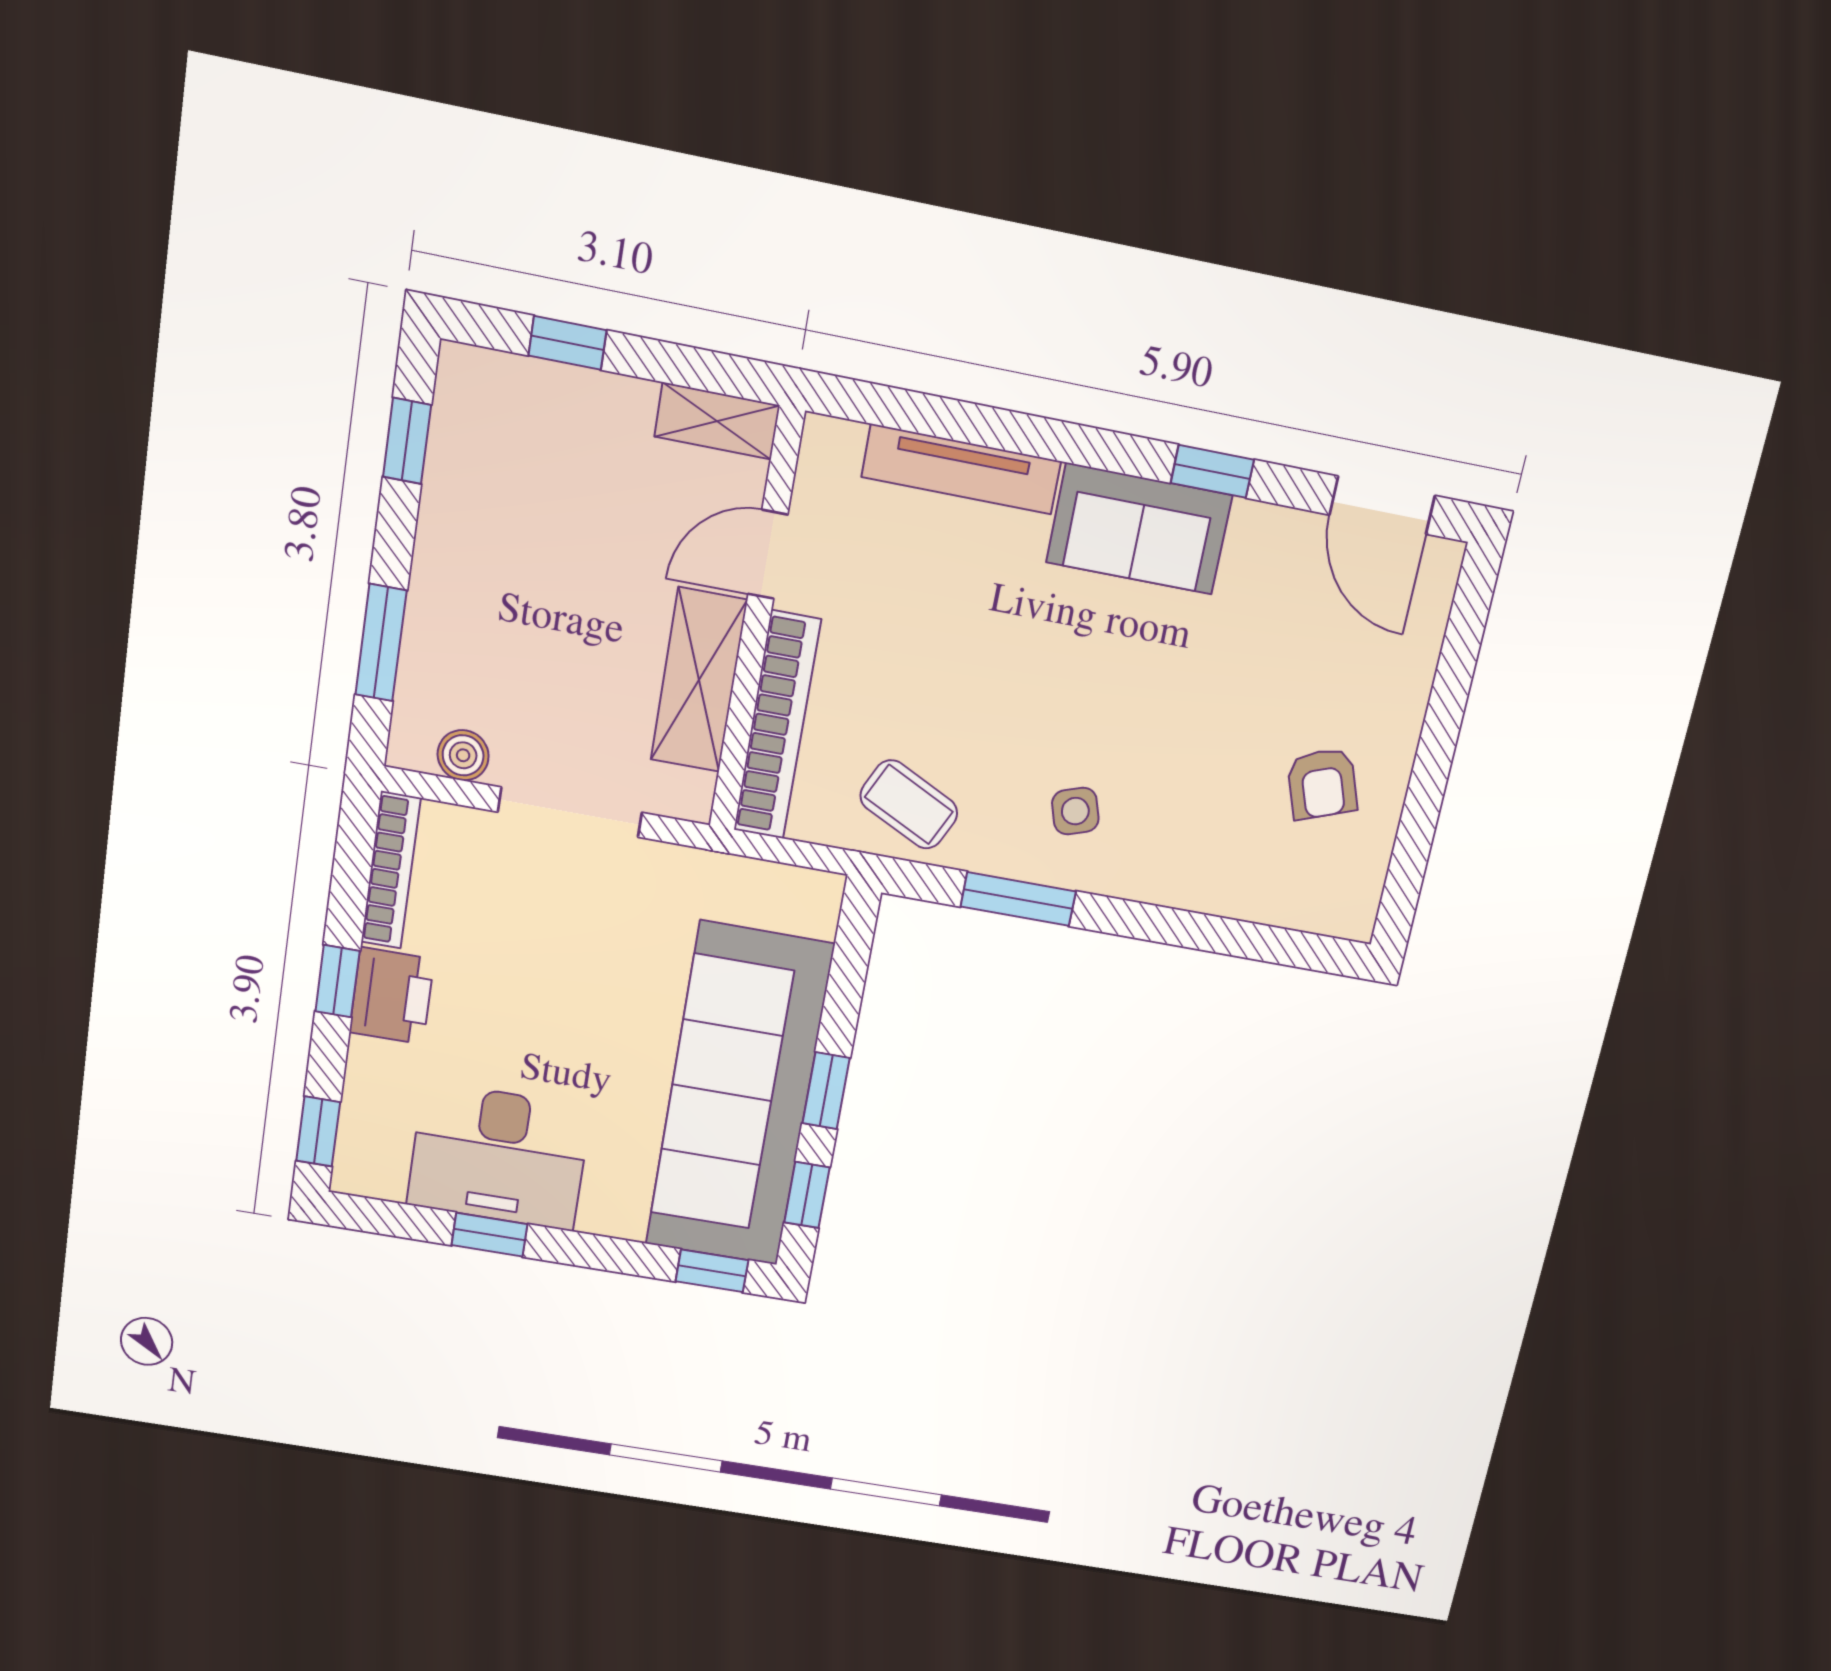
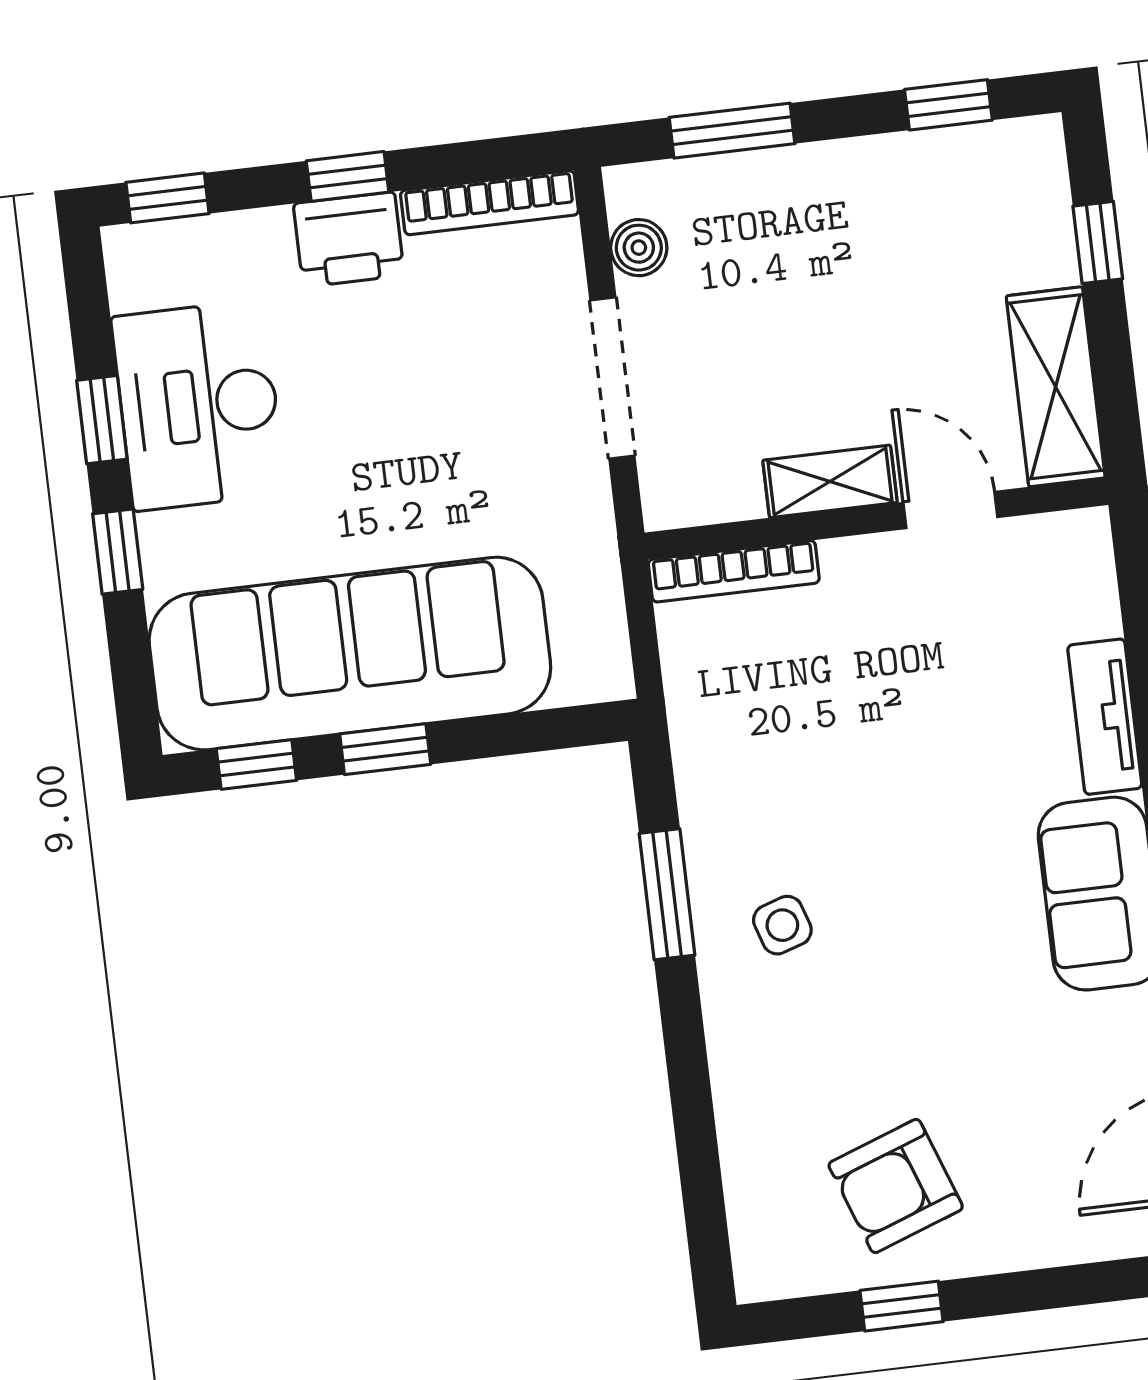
shelving: (717, 421) -> (1056, 387), width x1.50, depth x1.33
tv unit: (961, 469) -> (1105, 717), width x0.71
shelving: (699, 680) -> (830, 481), width x0.67, depth x0.75
bookcase: (777, 725) -> (734, 571), width x0.68, depth x0.76
armchair: (1322, 784) -> (896, 1186), width x1.38, depth x1.38
coffee table: (909, 804) -> (734, 741), removed
window: (1421, 810) -> (902, 1306), added
window: (712, 1271) -> (118, 552), moved

